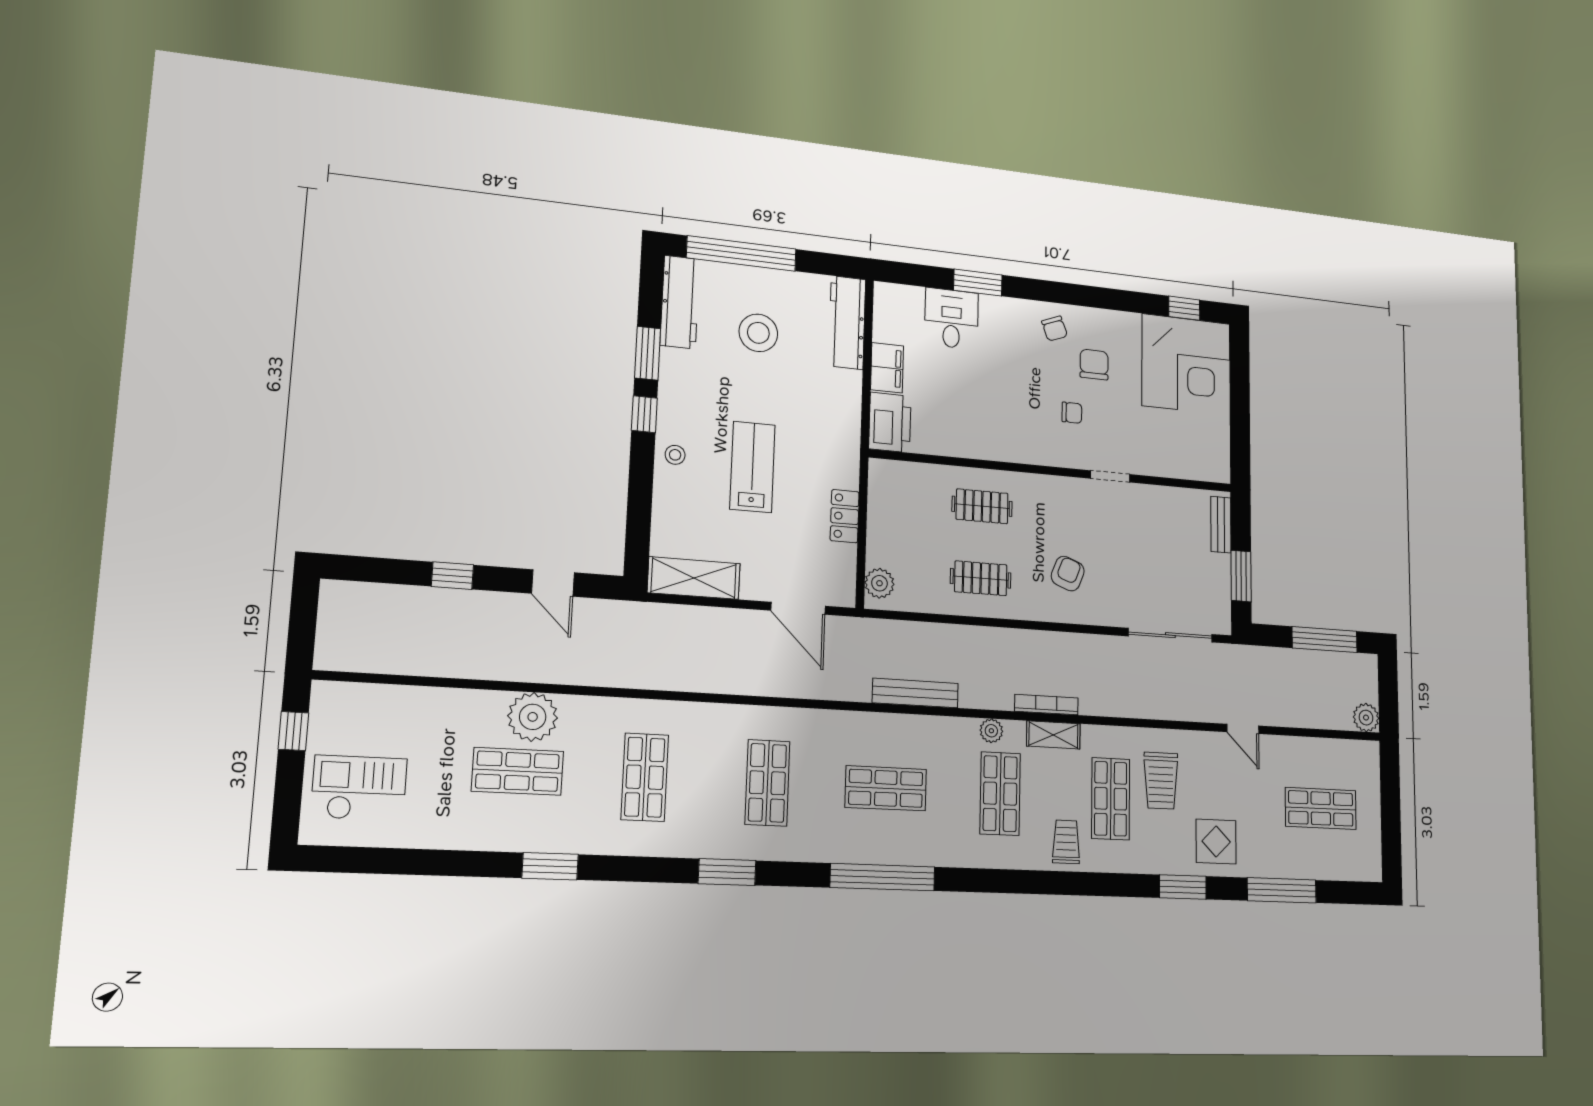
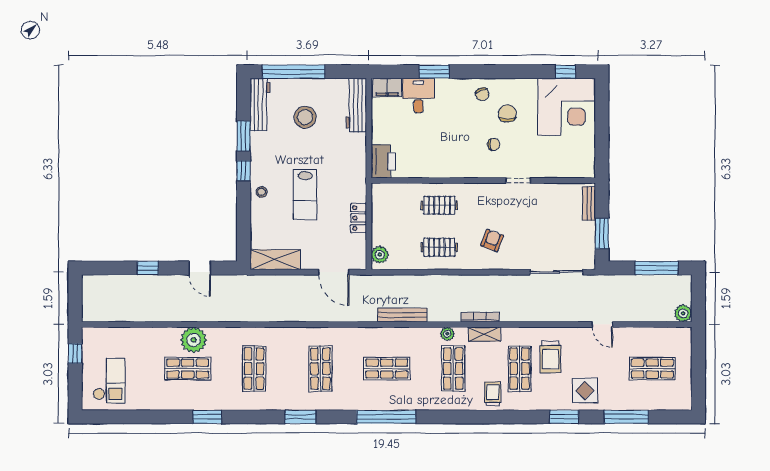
filing cabinet: (887, 368) -> (387, 88), moved, turned 90
lab bench: (752, 467) -> (305, 195), turned 180
checkout: (359, 788) -> (109, 381), turned 90

